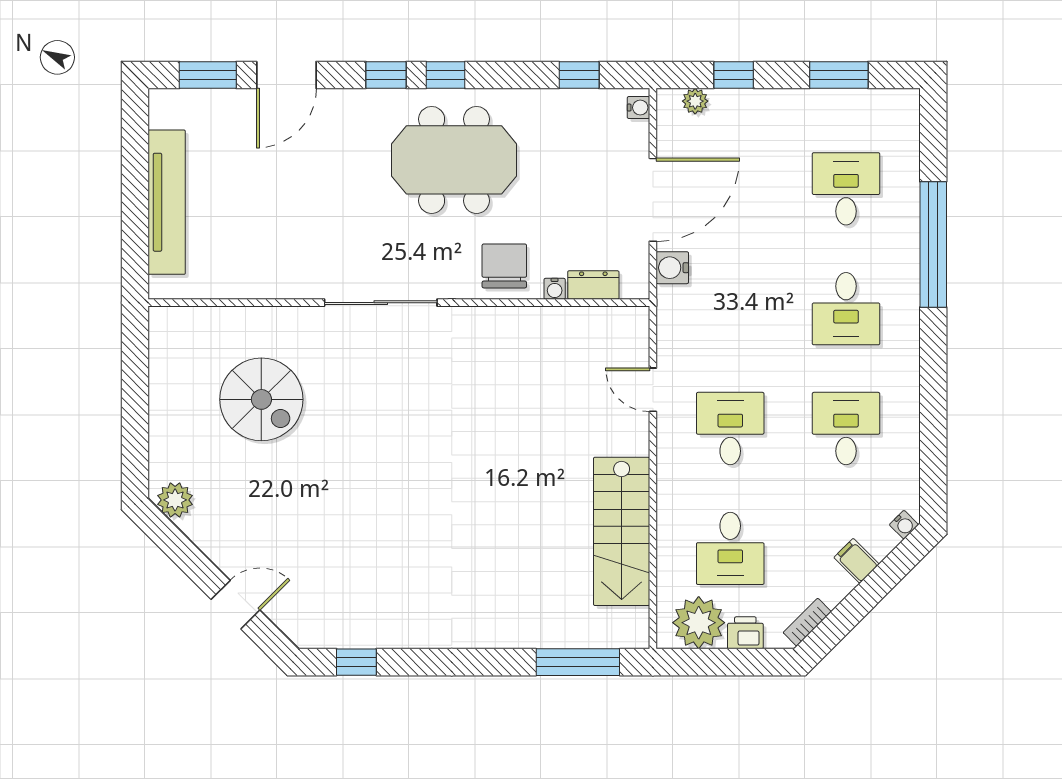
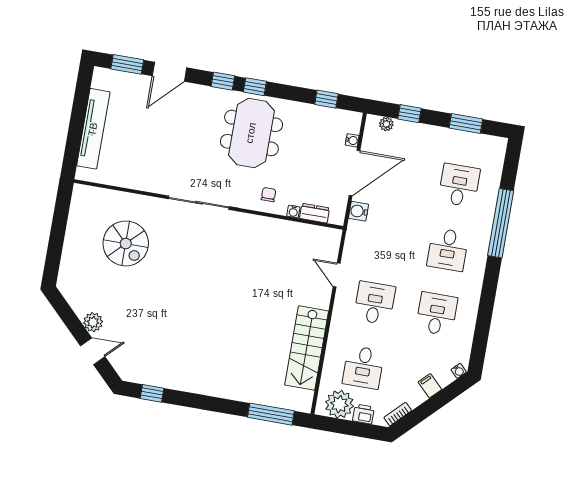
water cooler: (638, 108) -> (352, 140), moved
meeting table: (454, 160) -> (251, 133), turned 90
chair: (504, 266) -> (269, 195), width x0.54, depth x0.54
plant: (175, 500) -> (93, 322), moved

